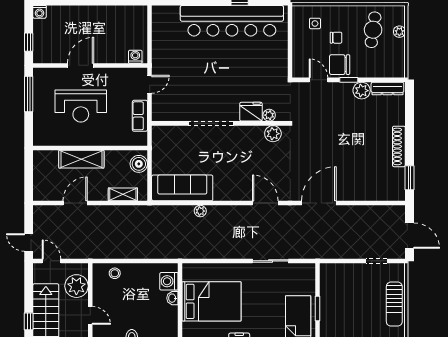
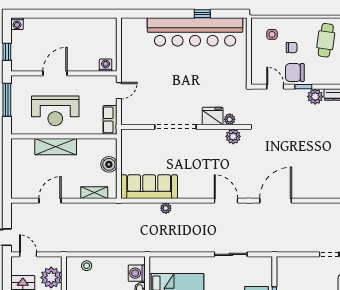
wall: (90, 148) -> (64, 136), moved
shelving: (81, 159) -> (56, 147), moved

